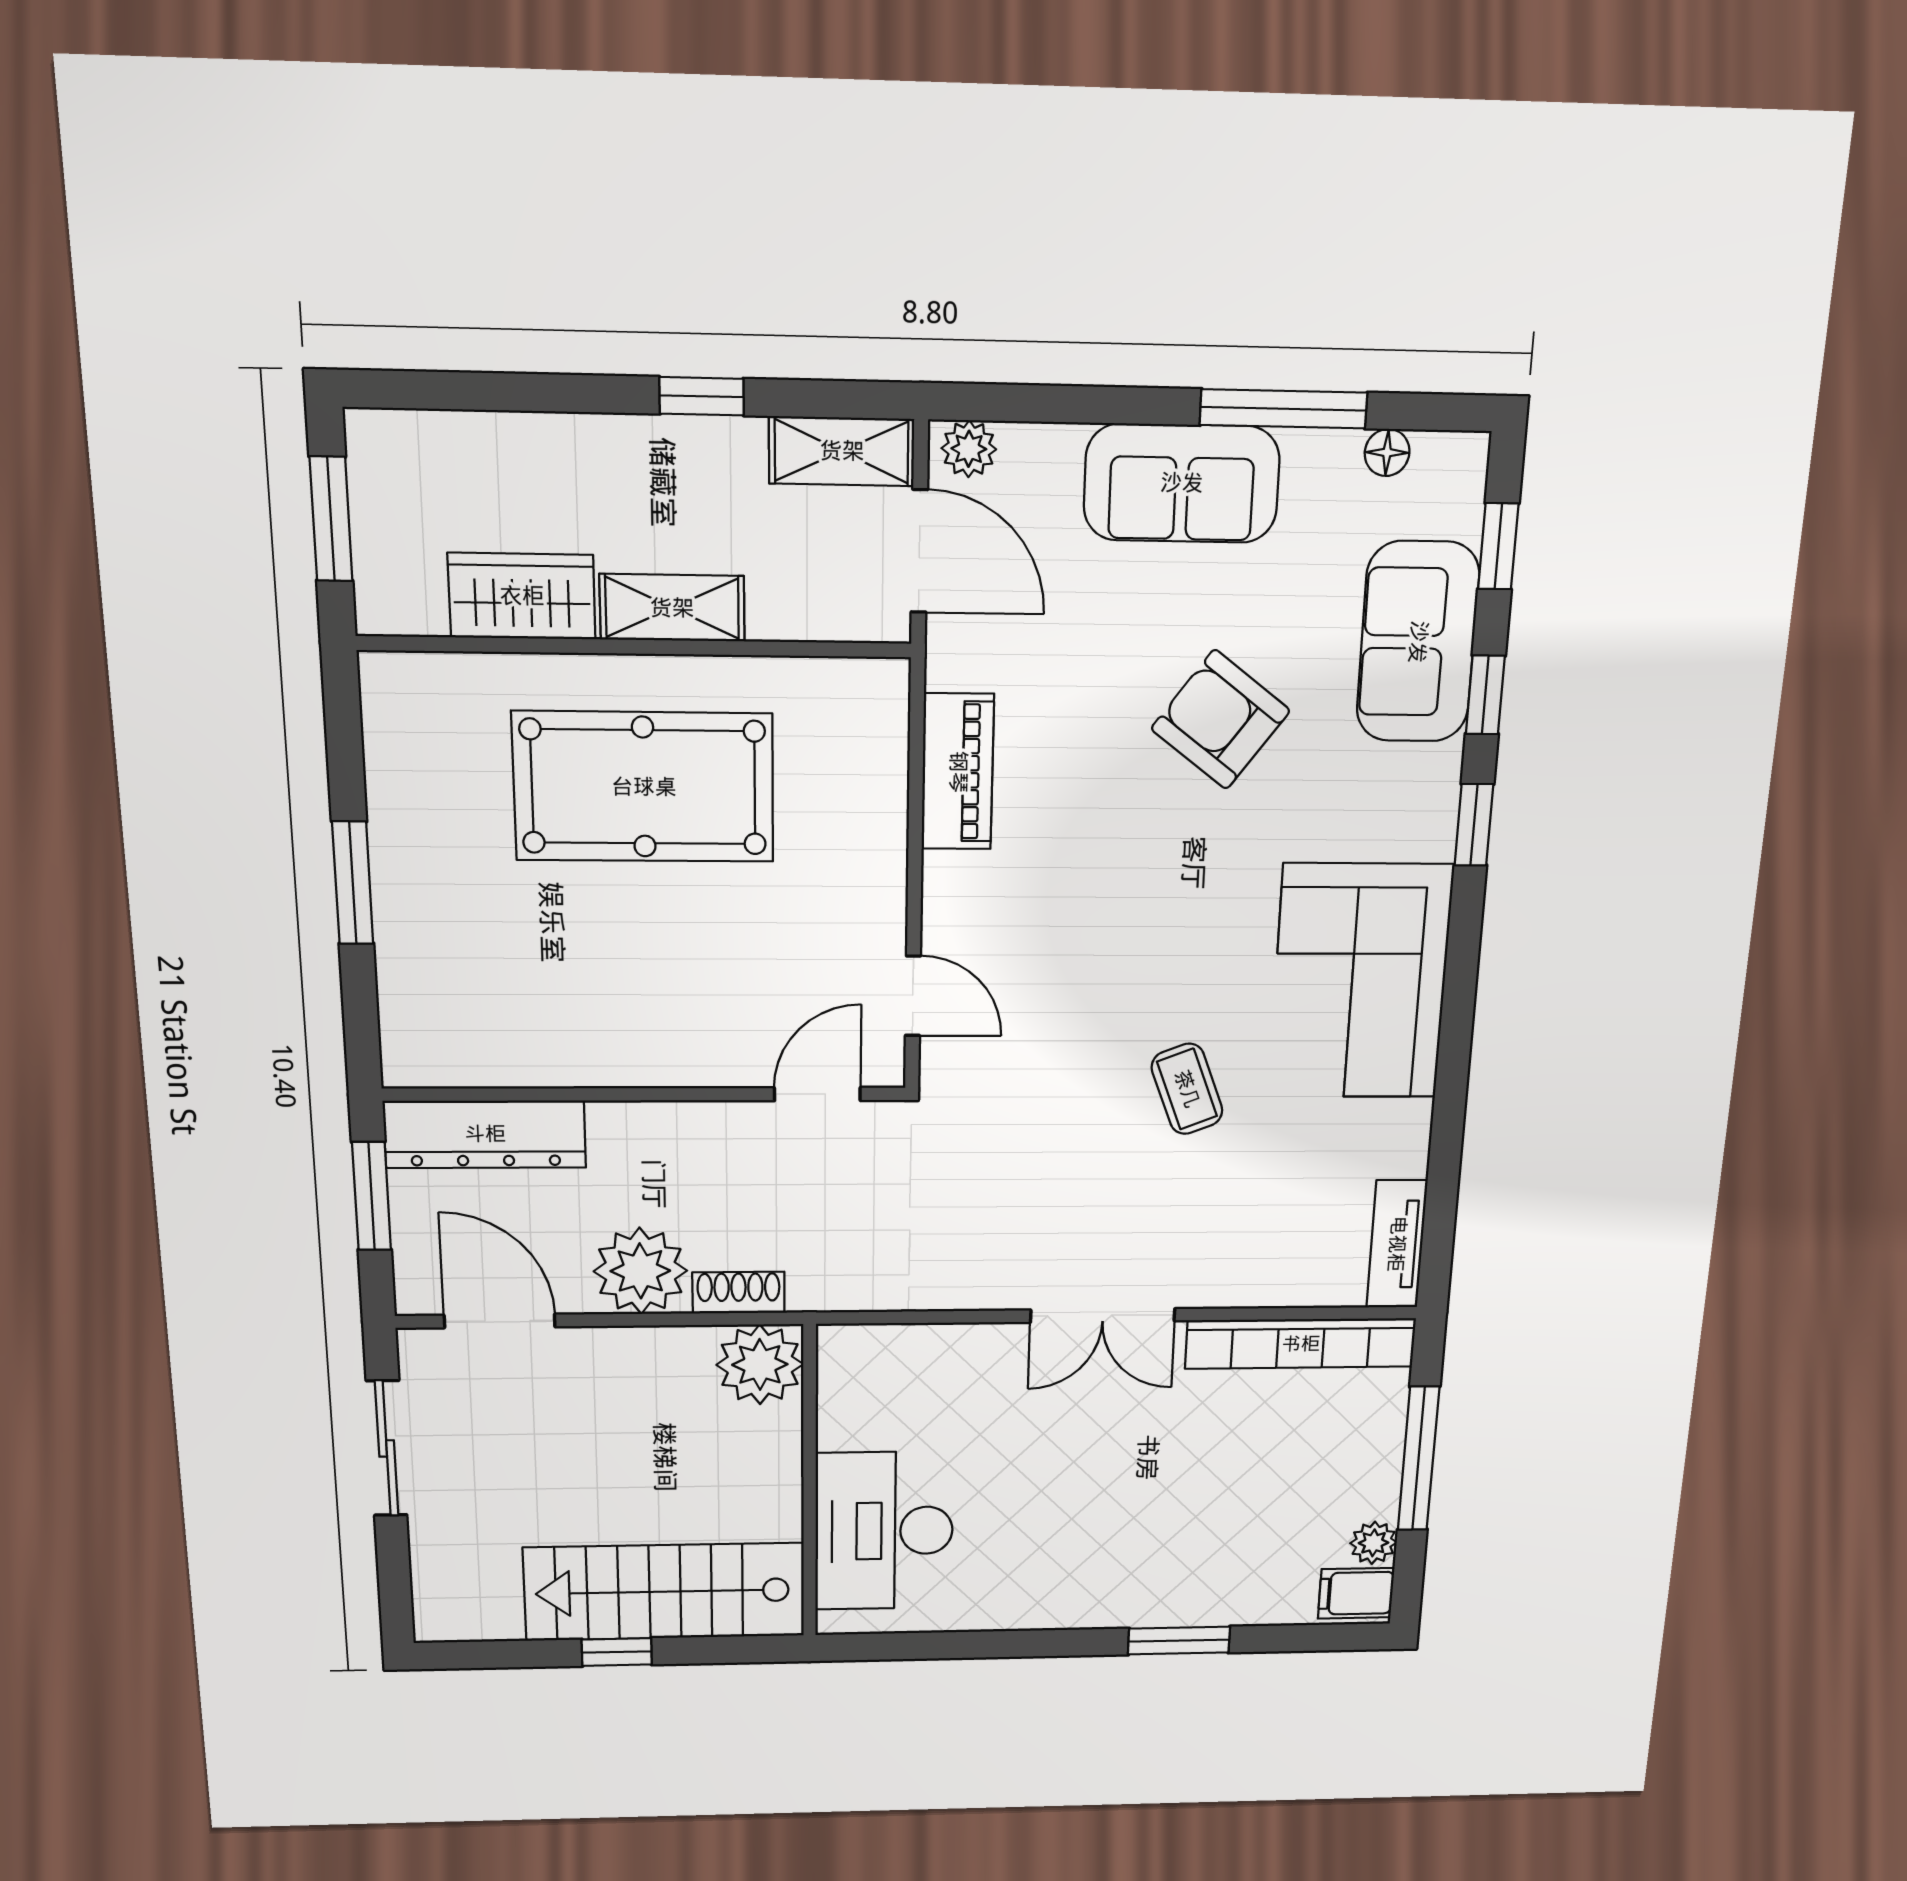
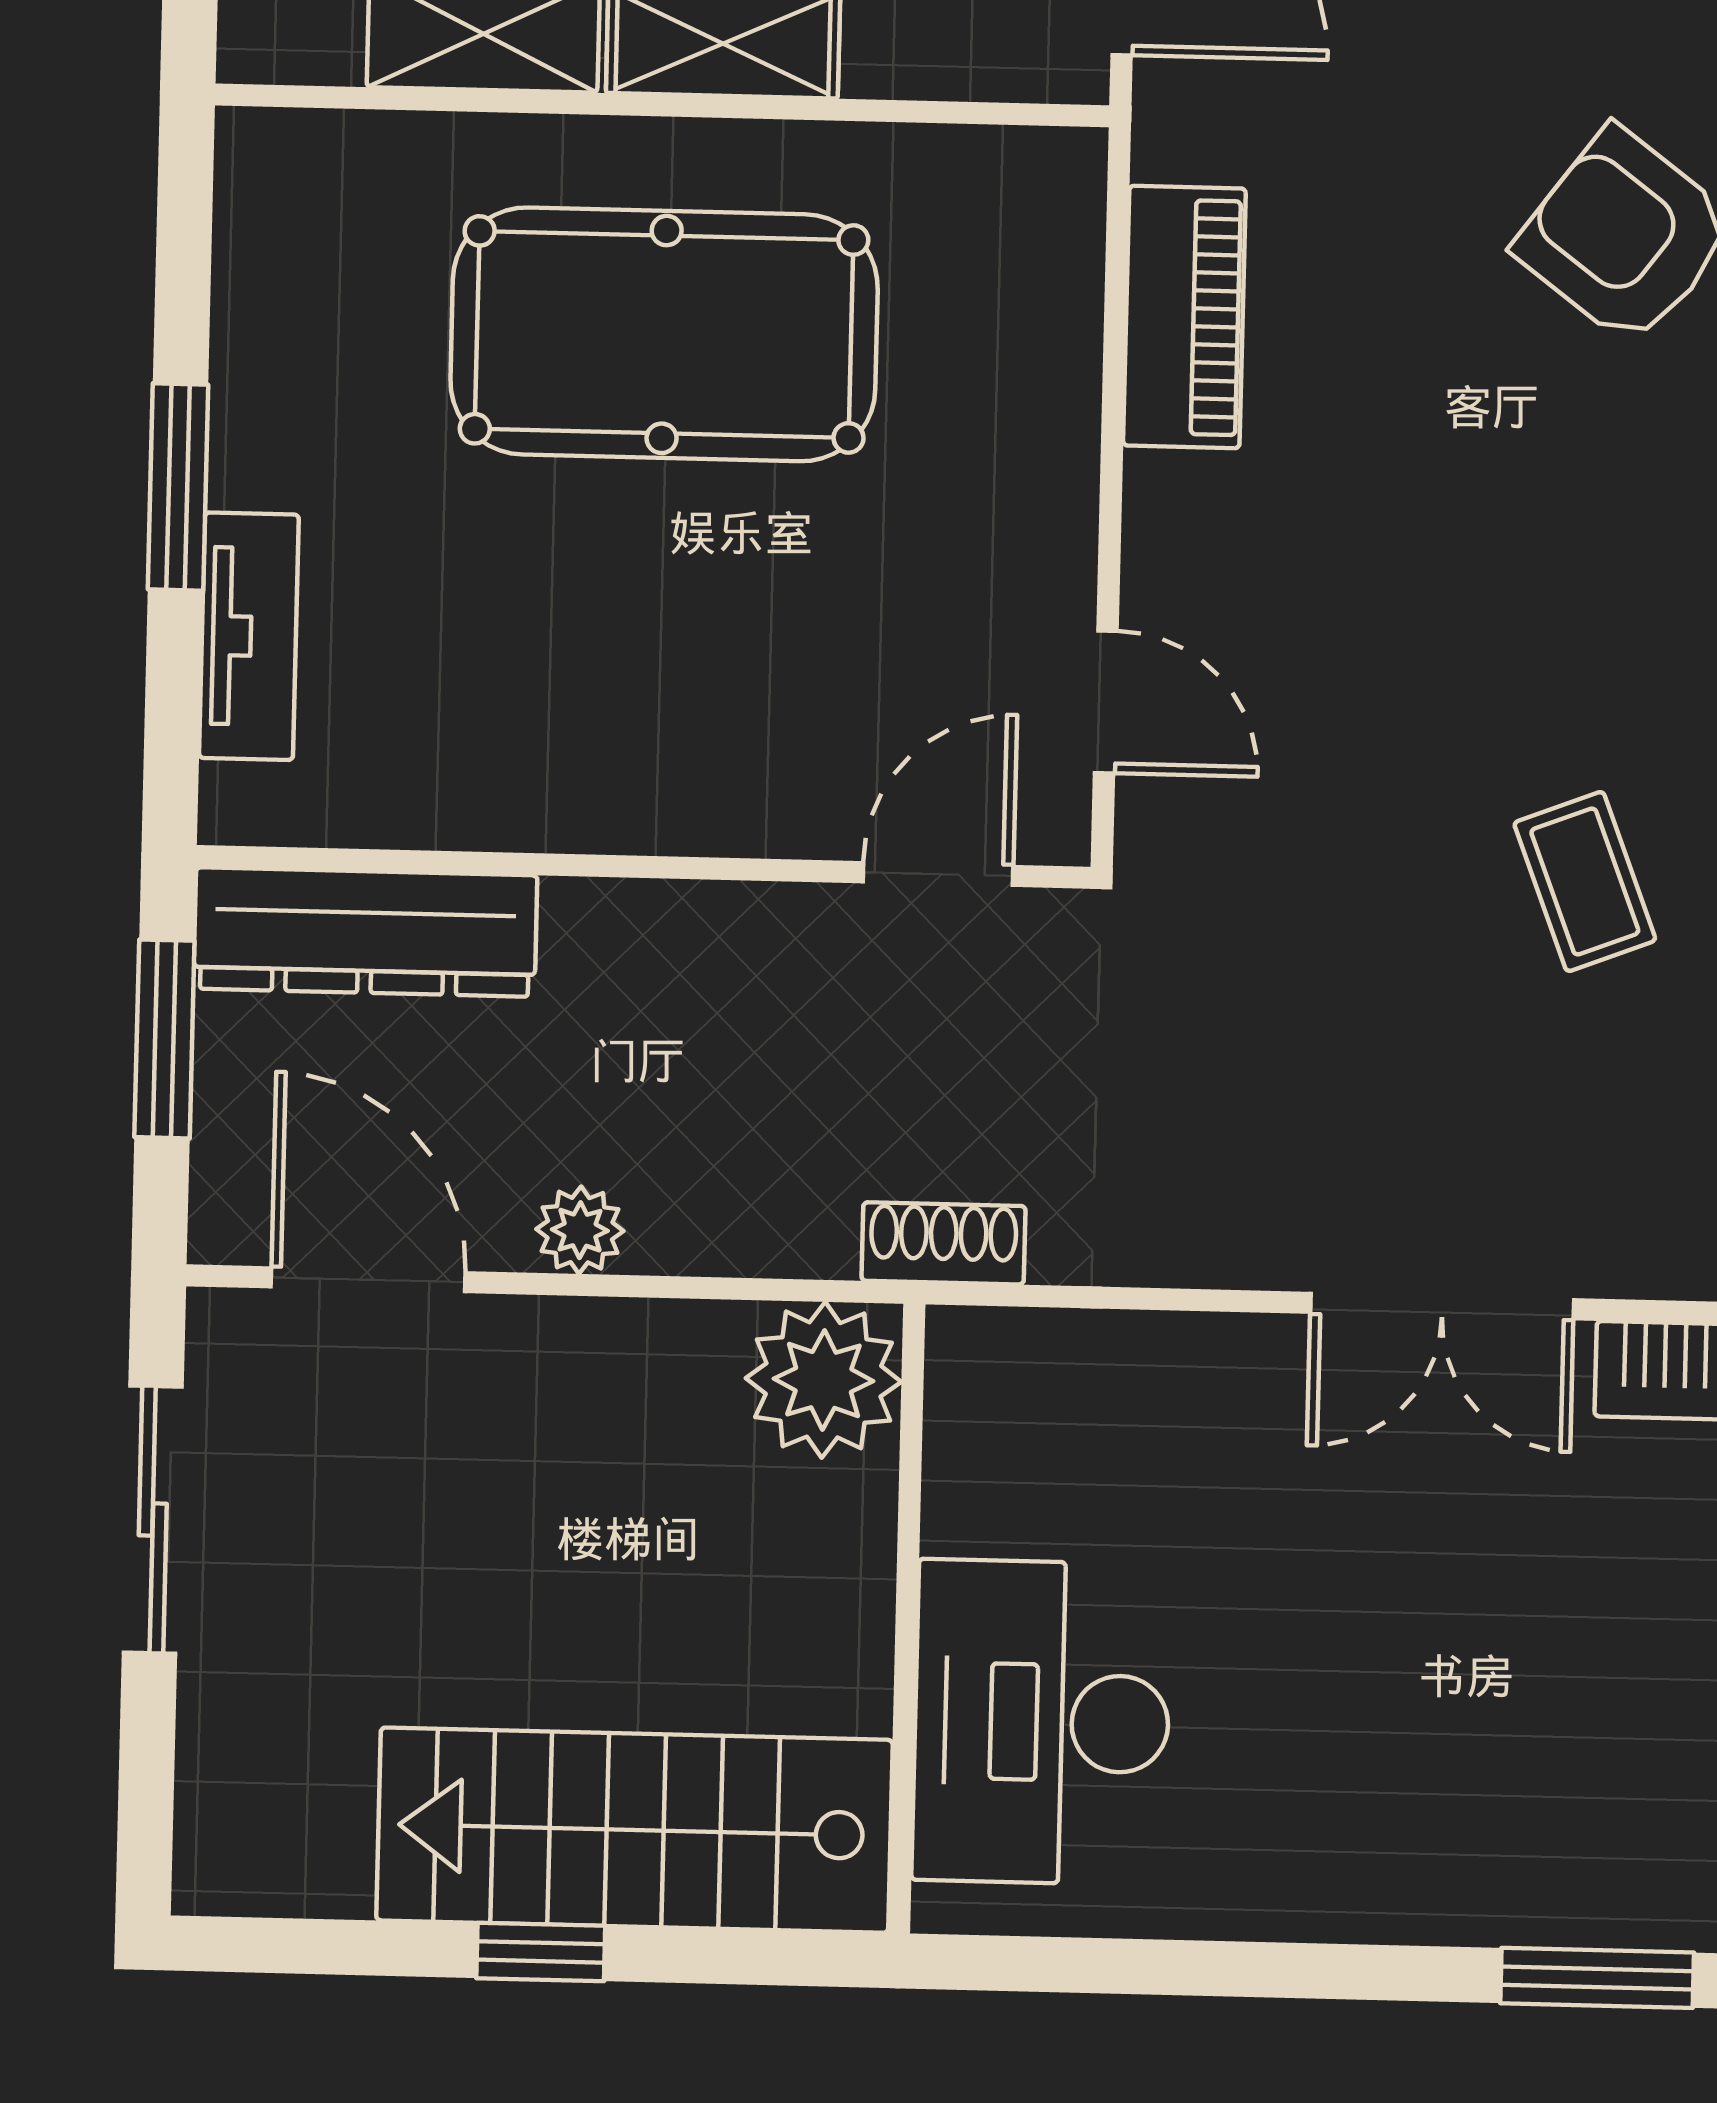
tv unit: (403, 969) -> (249, 636), added
plant: (640, 1271) -> (580, 1230), width x0.53, depth x0.53
shoe rack: (739, 1293) -> (943, 1243), moved

